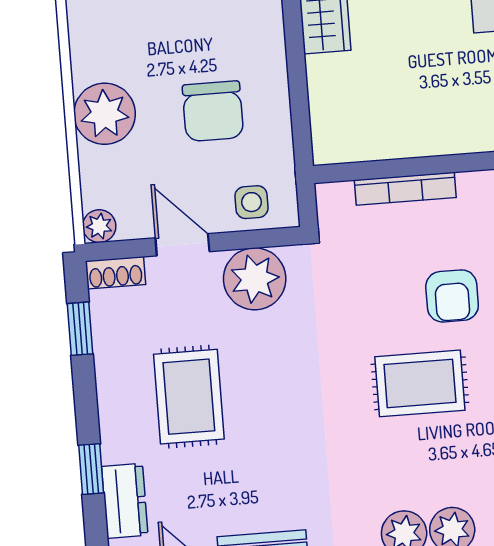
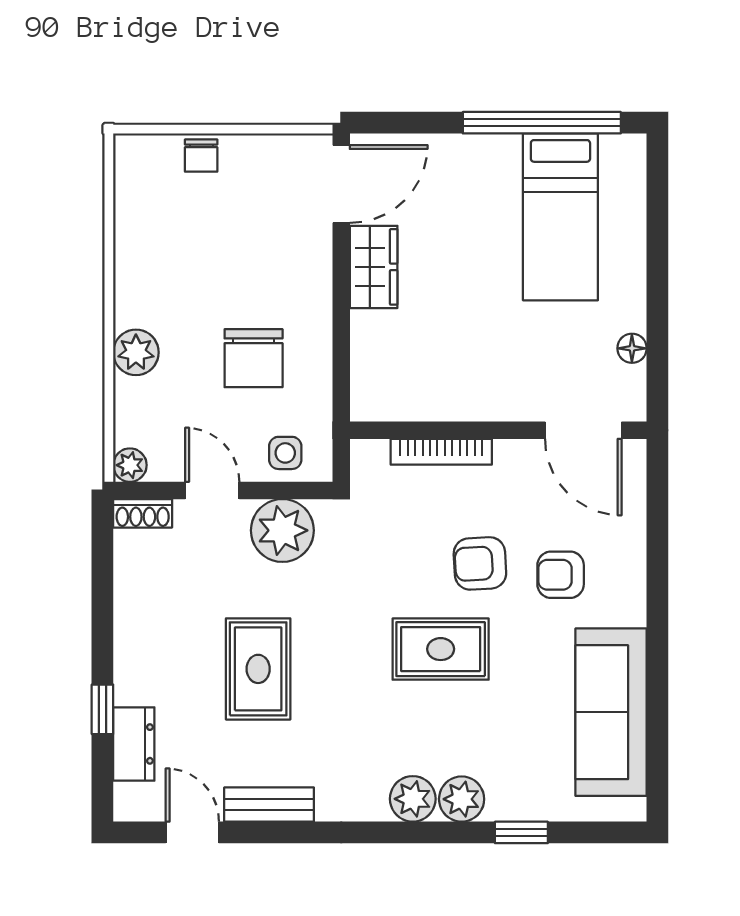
plant: (105, 114) -> (136, 352), width x0.73, depth x0.73
armchair: (452, 296) -> (480, 563), turned 87
window: (80, 329) -> (102, 567), removed
rug: (189, 397) -> (258, 669), moved

